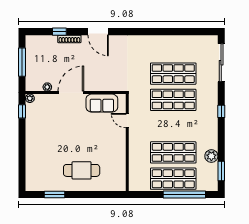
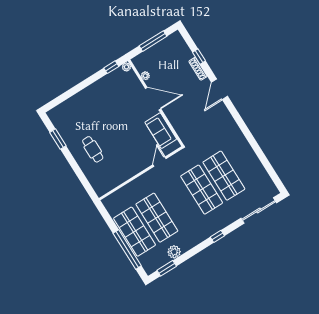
cafe table: (82, 170) -> (93, 149), width x0.73, depth x0.74

